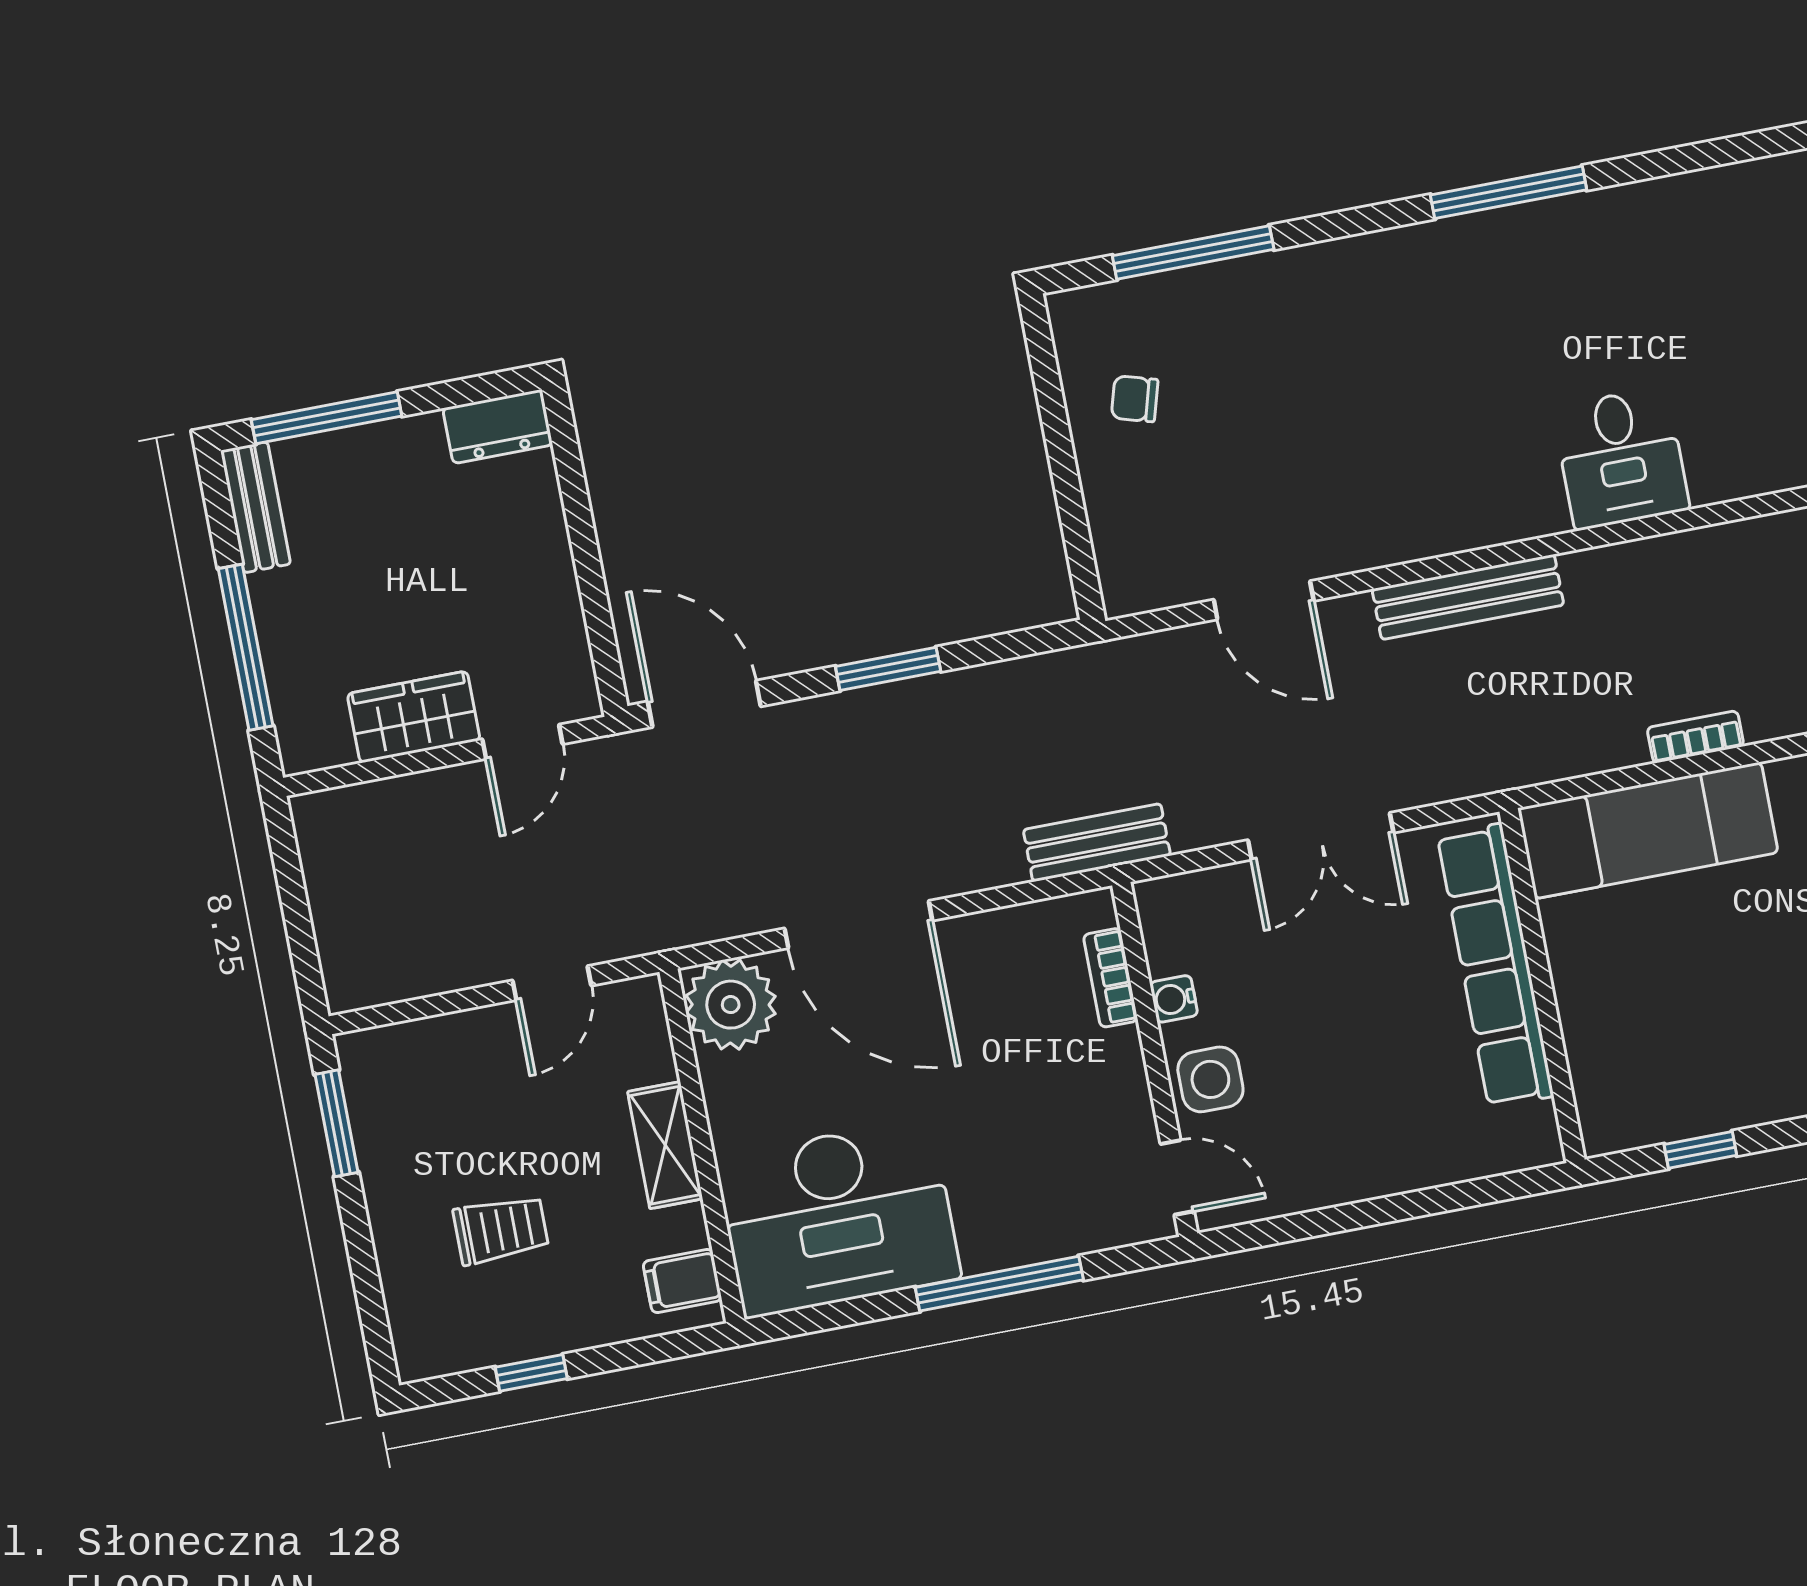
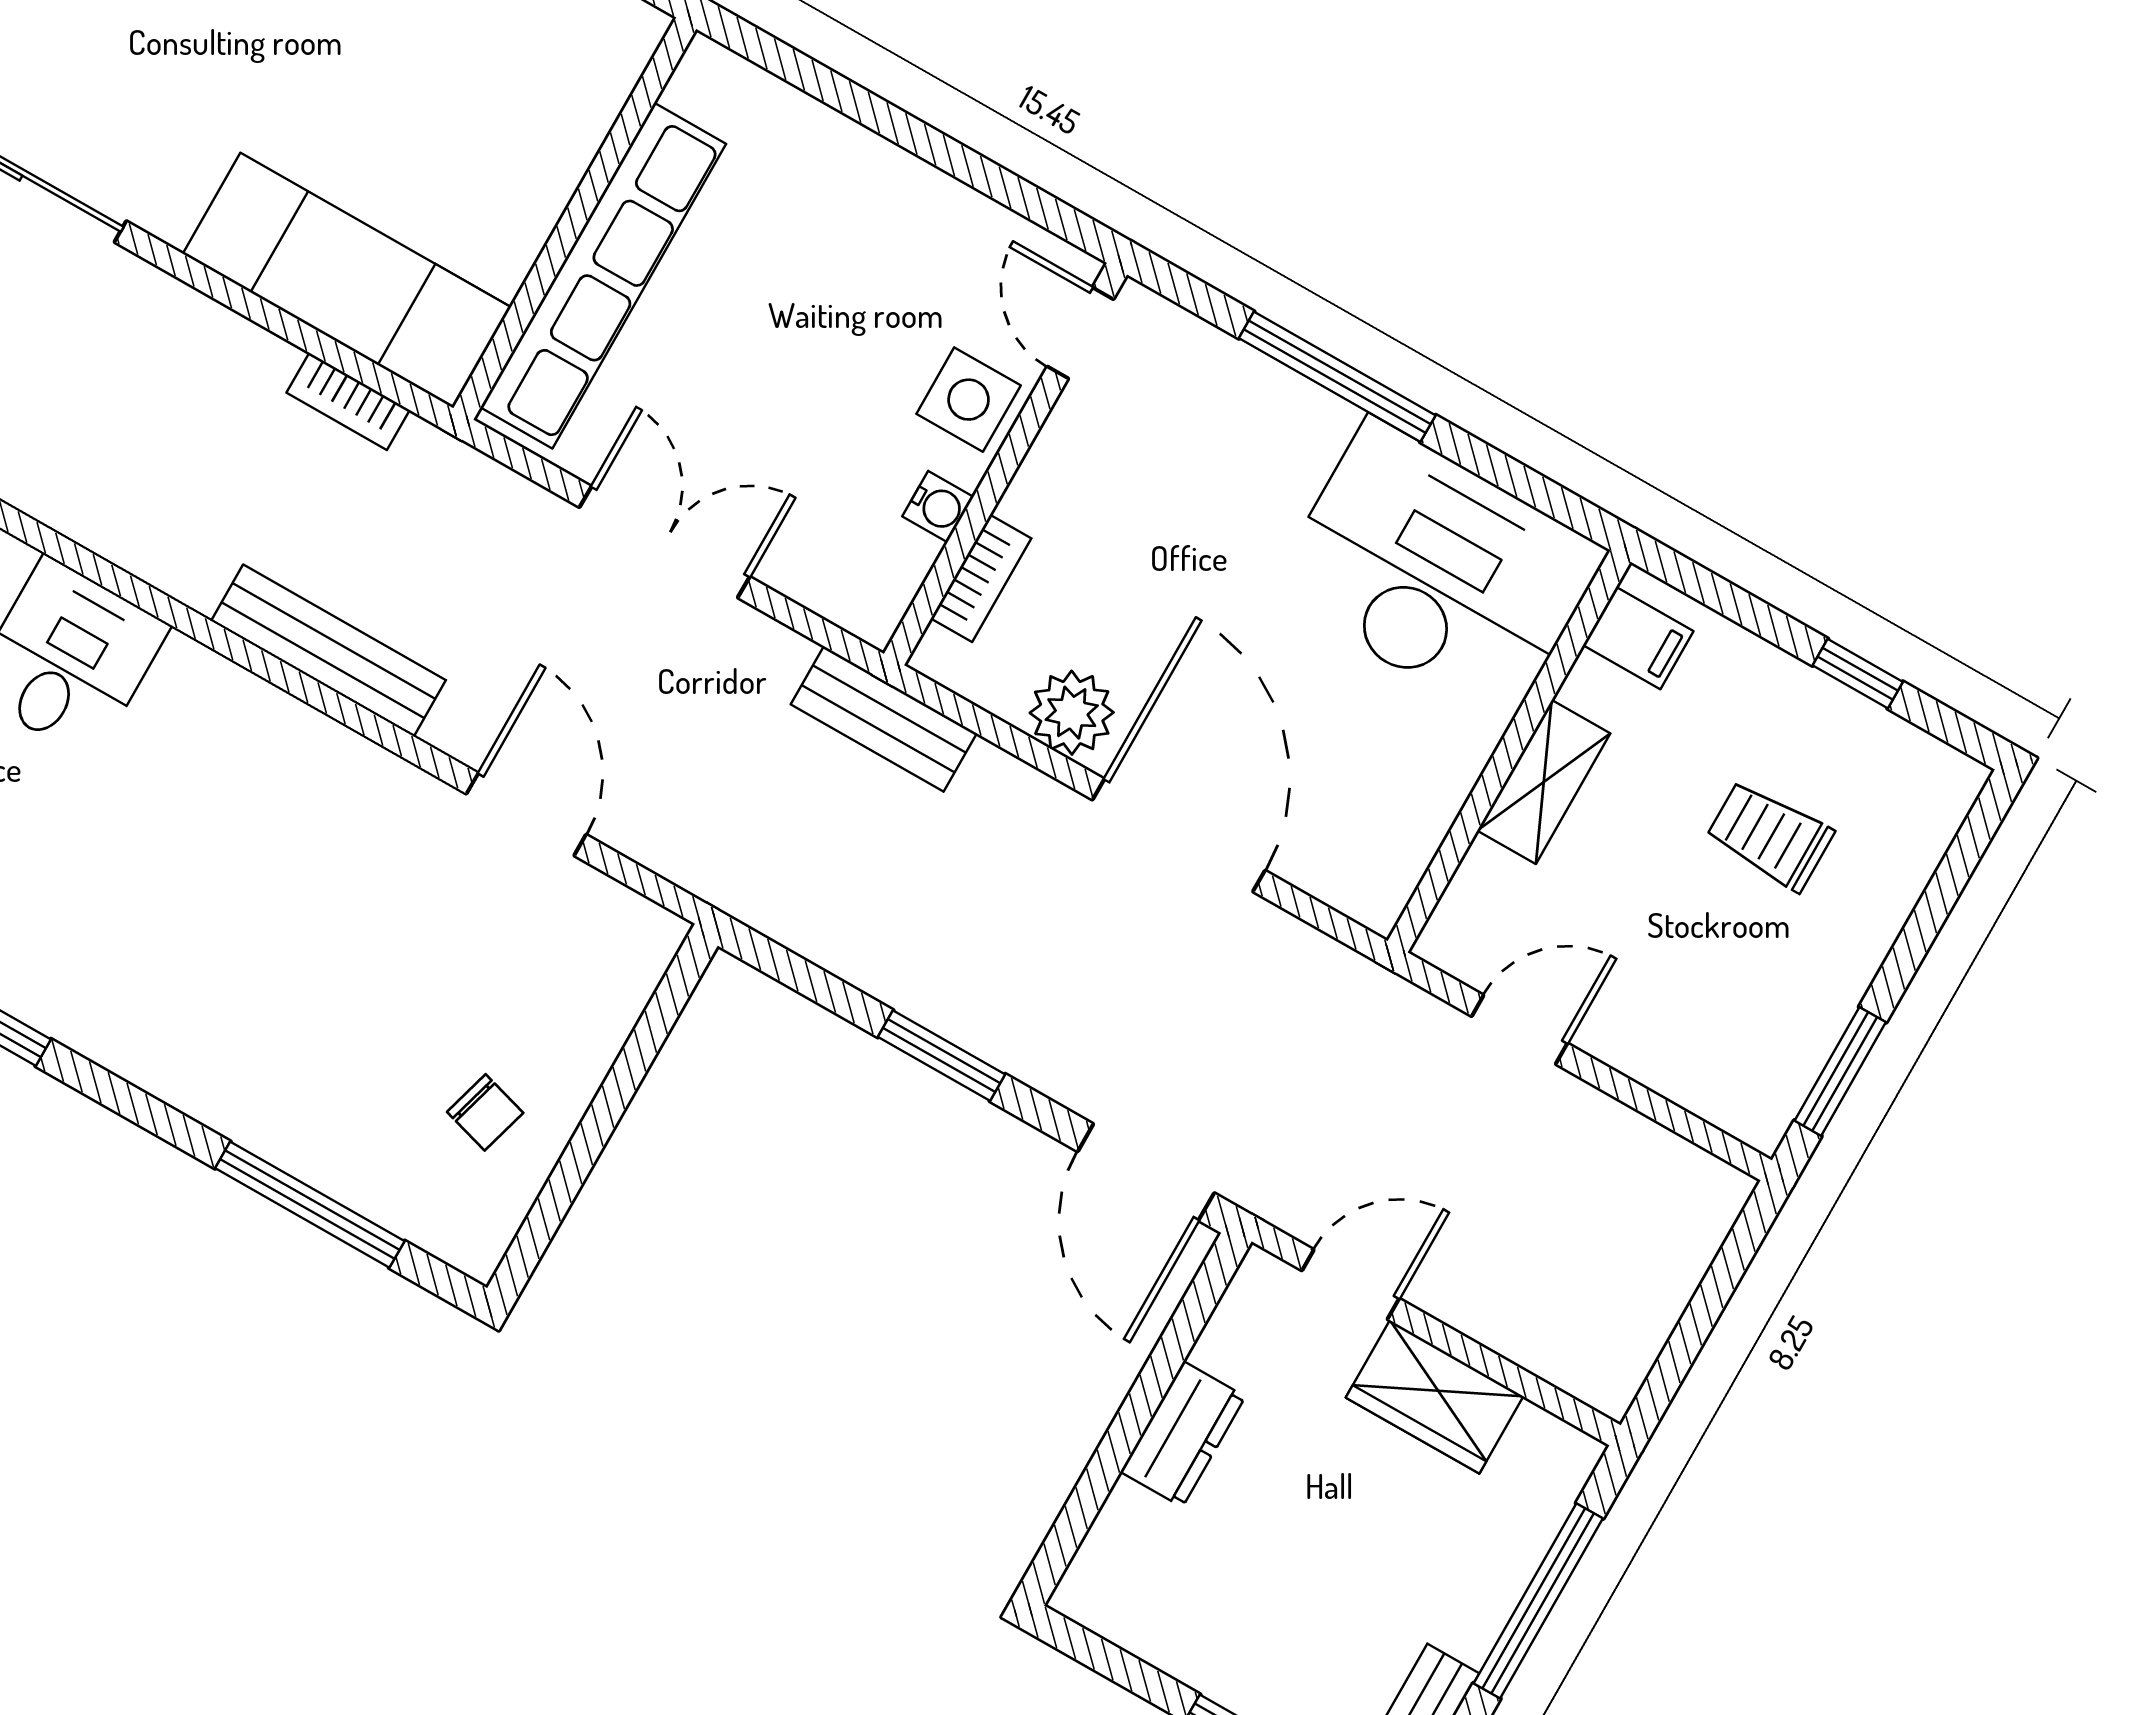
dresser: (498, 427) -> (1183, 1434), moved, turned 90
bookcase: (1695, 737) -> (348, 401), moved
plant: (731, 1005) -> (1072, 713), moved, width x0.73, depth x0.73

